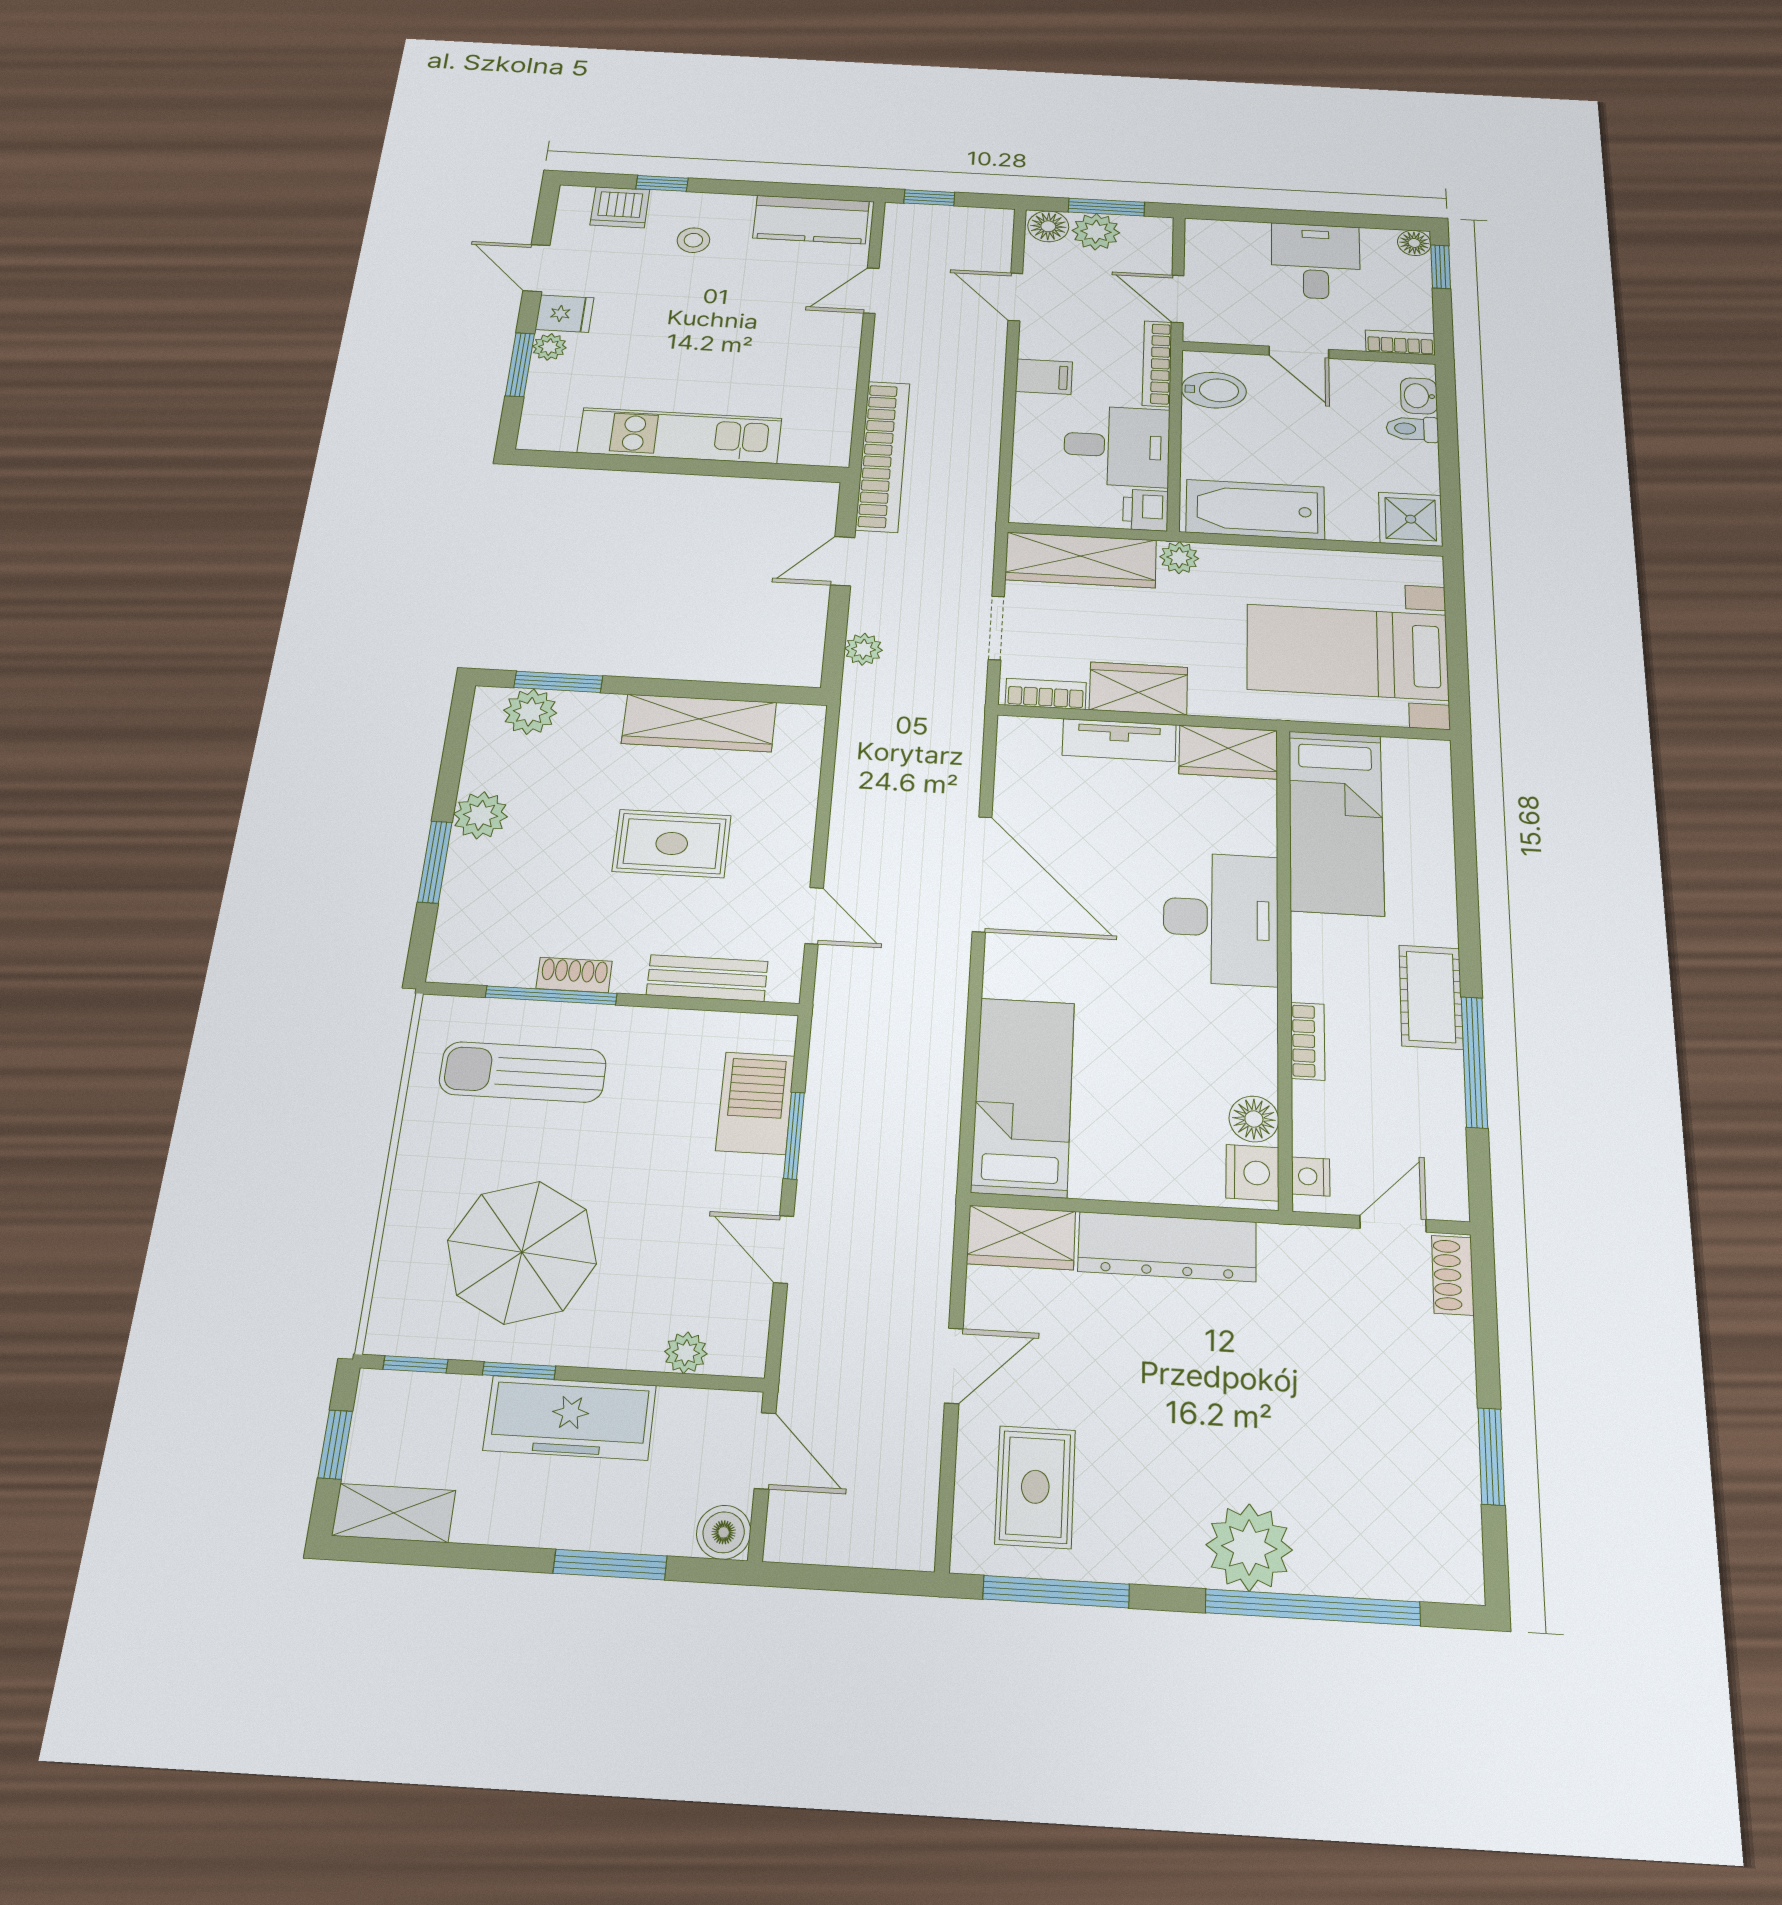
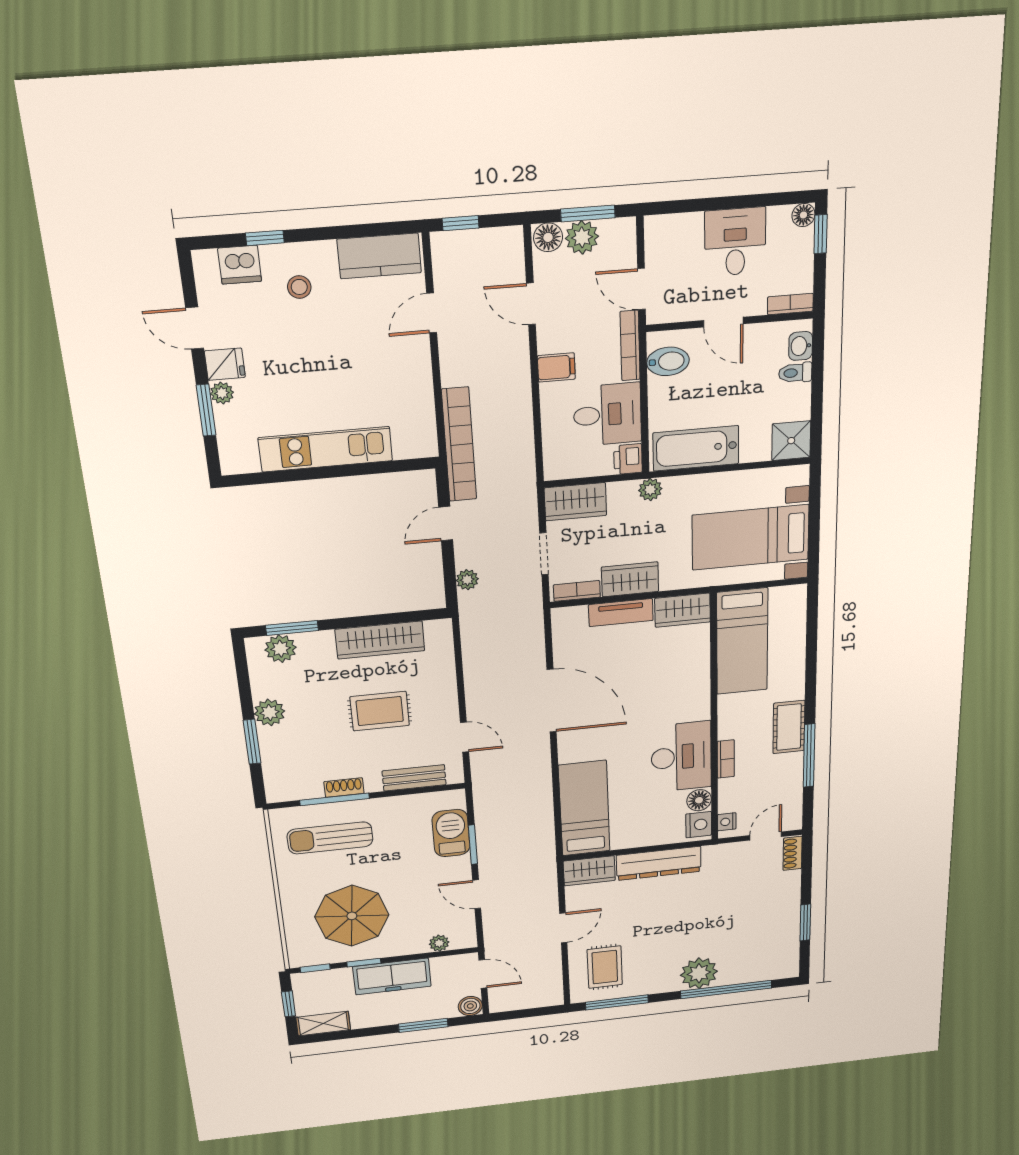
wardrobe: (1081, 560) -> (575, 502), width x0.67
desk: (1221, 918) -> (681, 757), moved

